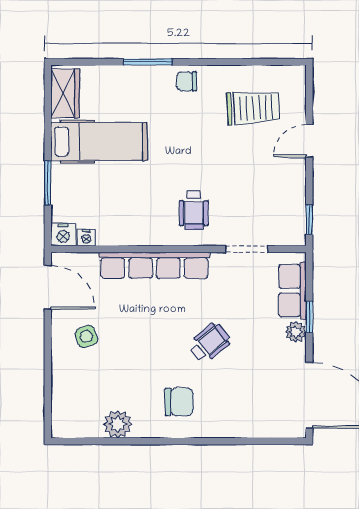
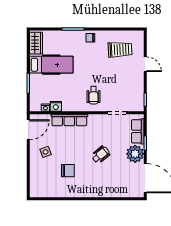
door: (309, 141) -> (145, 64), swing flipped
nightstand: (63, 235) -> (56, 106), moved
row of seats: (154, 265) -> (69, 120), width x0.73
door: (48, 287) -> (28, 130), hinge flipped
plant: (296, 332) -> (135, 154), width x1.88, depth x1.88
chair: (179, 402) -> (68, 171), moved
plant: (118, 424) -> (60, 191), removed

